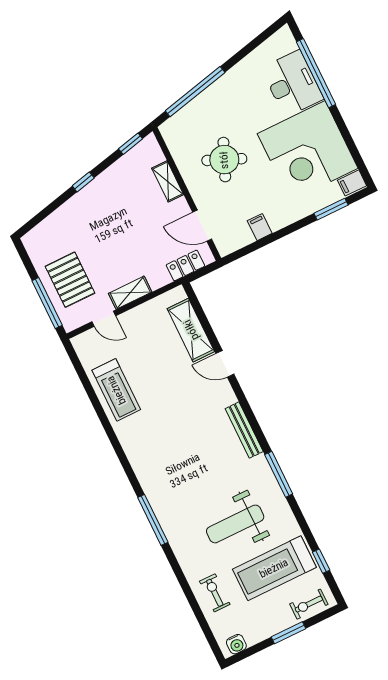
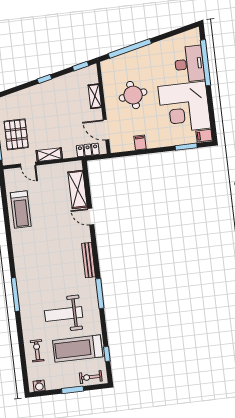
round table: (224, 160) -> (133, 95), turned -32

